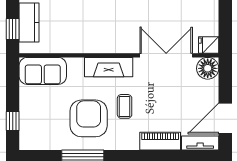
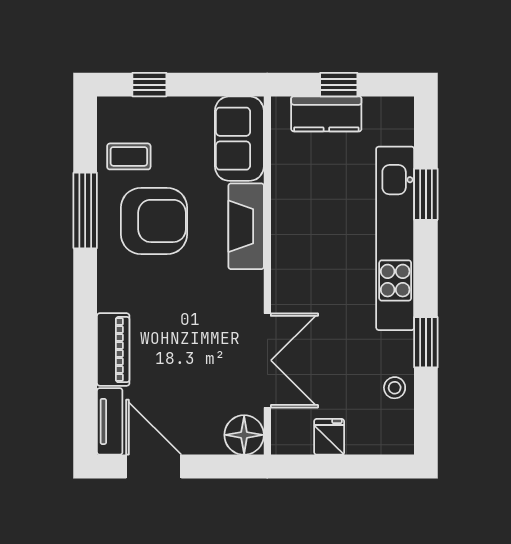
window: (13, 29) -> (339, 85), moved
fridge: (209, 45) -> (329, 437), moved
fireplace: (109, 67) -> (246, 226), moved
coffee table: (125, 106) -> (129, 156), moved

